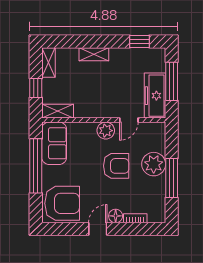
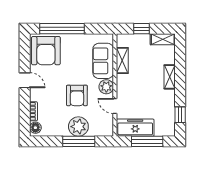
shelving: (58, 111) -> (122, 60), moved
sofa: (54, 143) -> (103, 61), moved, turned 90
window: (36, 166) -> (62, 29), moved
window: (172, 178) -> (79, 141), moved
floor lamp: (116, 216) -> (35, 128), moved

